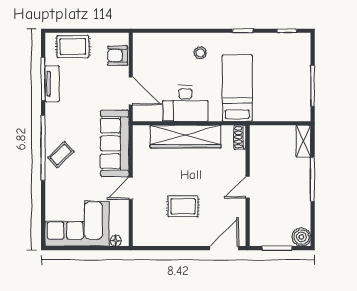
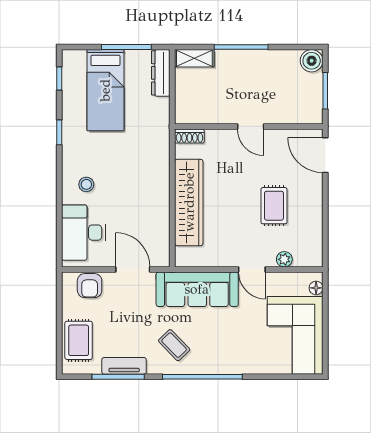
bed: (237, 88) -> (105, 90), moved, turned -90
door: (131, 91) -> (133, 269), hinge flipped
desk: (185, 103) -> (83, 233), moved, turned 180
dresser: (291, 114) -> (161, 73), added
coffee table: (61, 155) -> (174, 345), moved
plant: (139, 215) -> (284, 259), added

